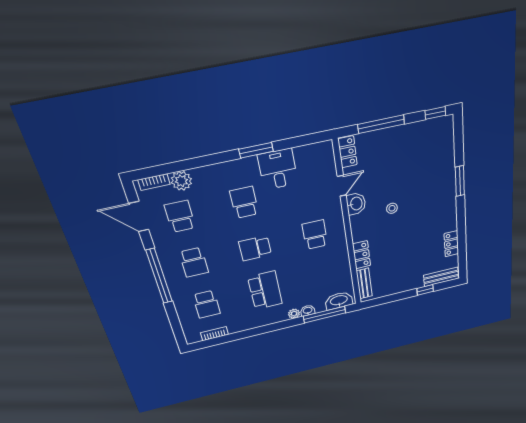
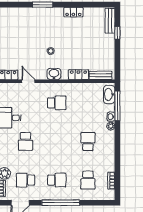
school desk: (244, 202) -> (25, 141), turned -90
washbasin: (356, 204) -> (54, 74), moved
school desk: (315, 235) -> (57, 103), turned 180
locker: (451, 244) -> (73, 12), moved
school desk: (255, 248) -> (57, 141), removed
school desk: (265, 290) -> (88, 141), width x0.54
school desk: (207, 304) -> (88, 180), turned 90

